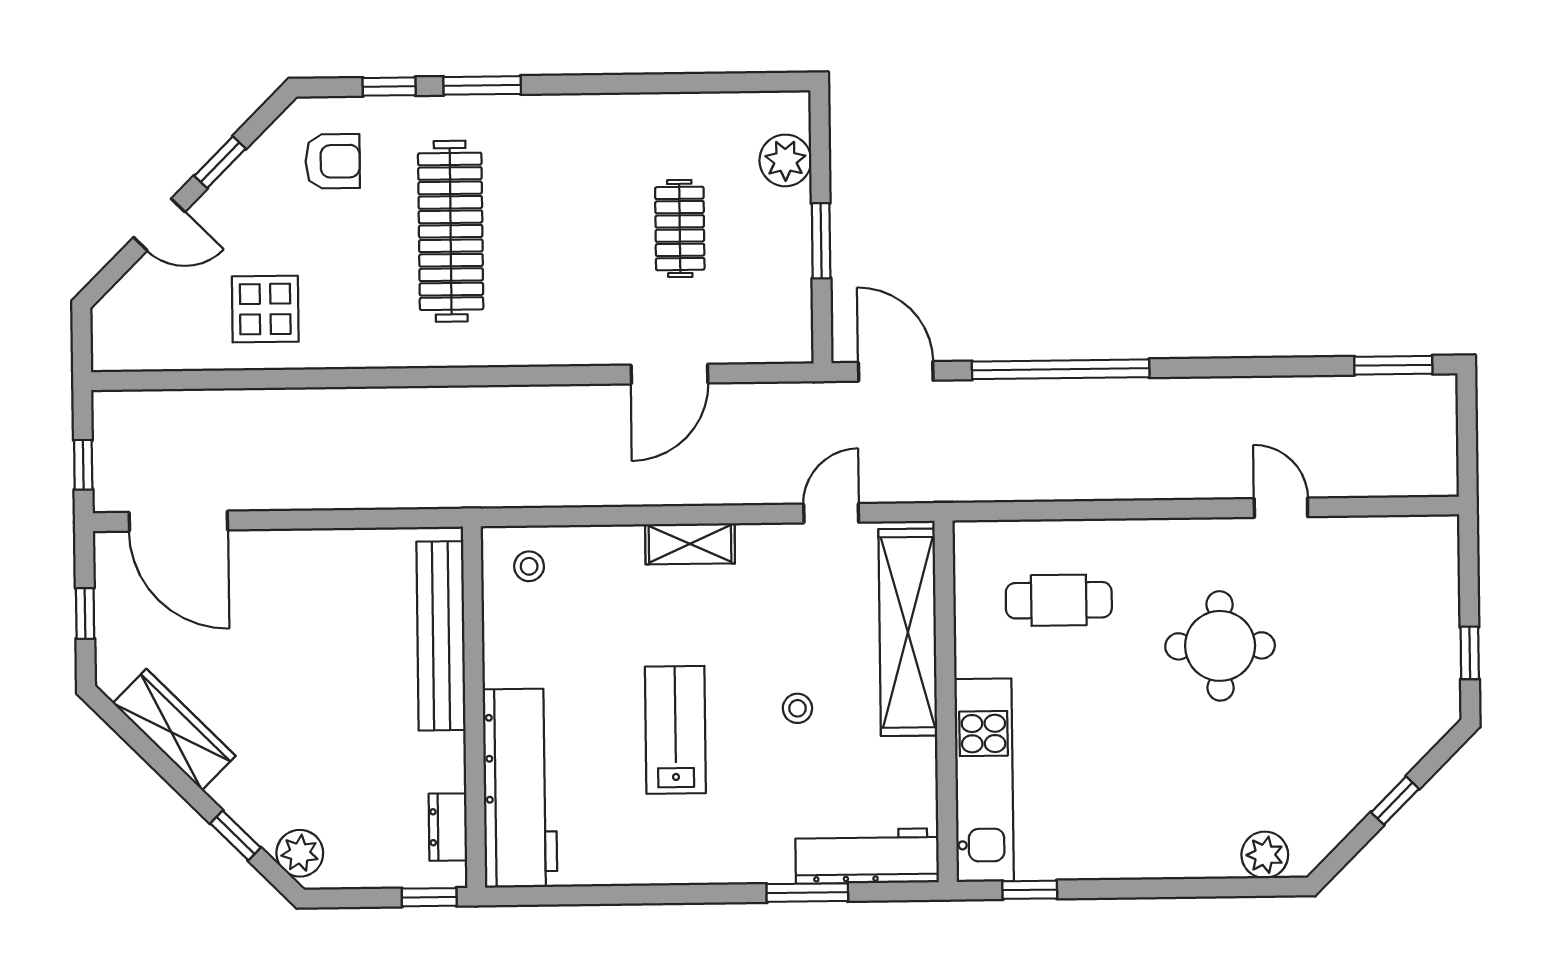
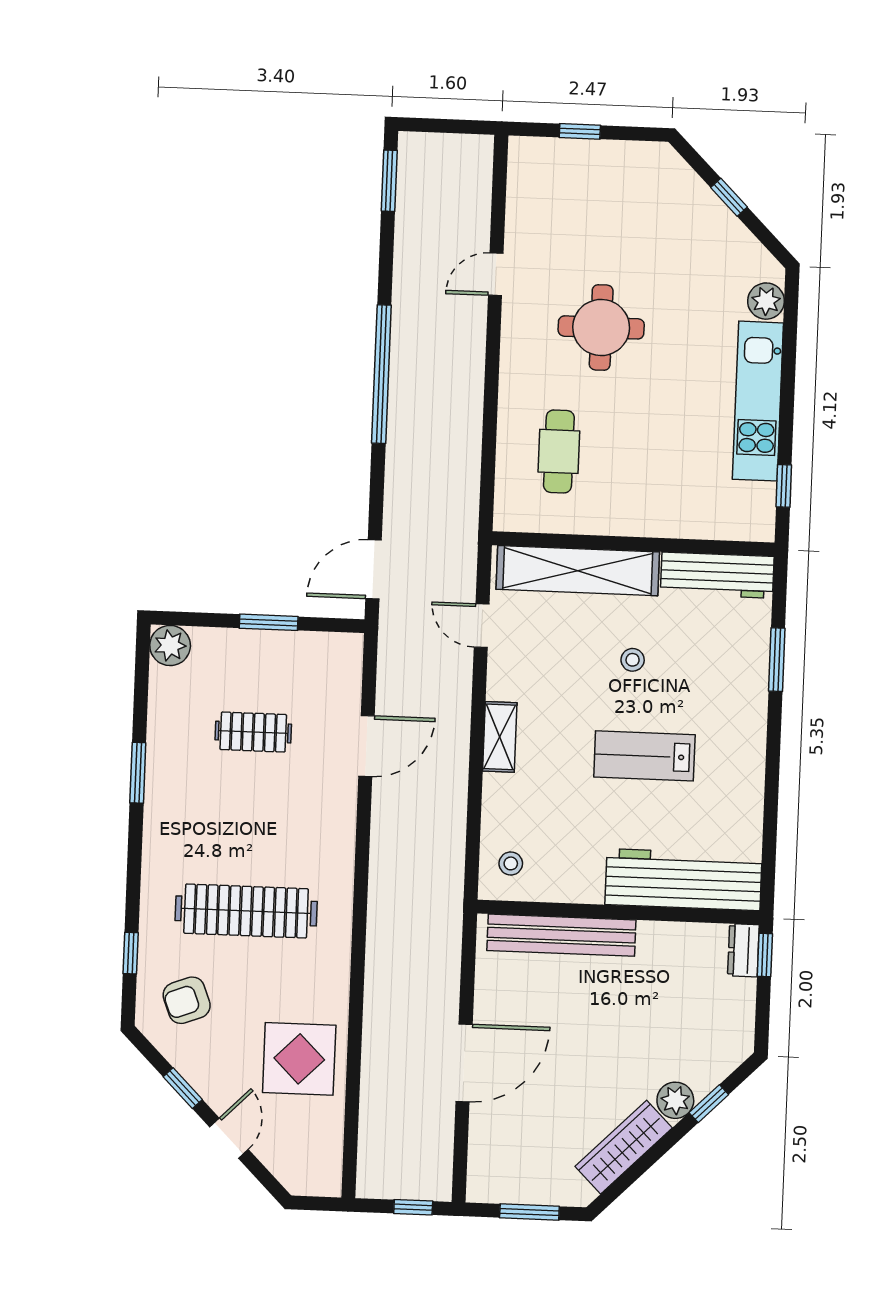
window: (482, 85) -> (138, 773), moved
plant: (785, 160) -> (170, 645), moved
armchair: (333, 161) -> (187, 1000), turned -111
display table: (265, 309) -> (299, 1059), width x1.36, depth x1.36
window: (1061, 369) -> (381, 374), moved
door: (670, 374) -> (366, 746), hinge flipped
door: (178, 521) -> (464, 1063), moved
window: (85, 613) -> (529, 1212), width x1.50
window: (1470, 653) -> (580, 131), moved
kitchen unit: (984, 780) -> (758, 401), moved, turned -90
dresser: (448, 827) -> (743, 950), moved, turned 90
plant: (300, 853) -> (675, 1100), moved
workbench: (867, 856) -> (717, 575), moved, turned -90

